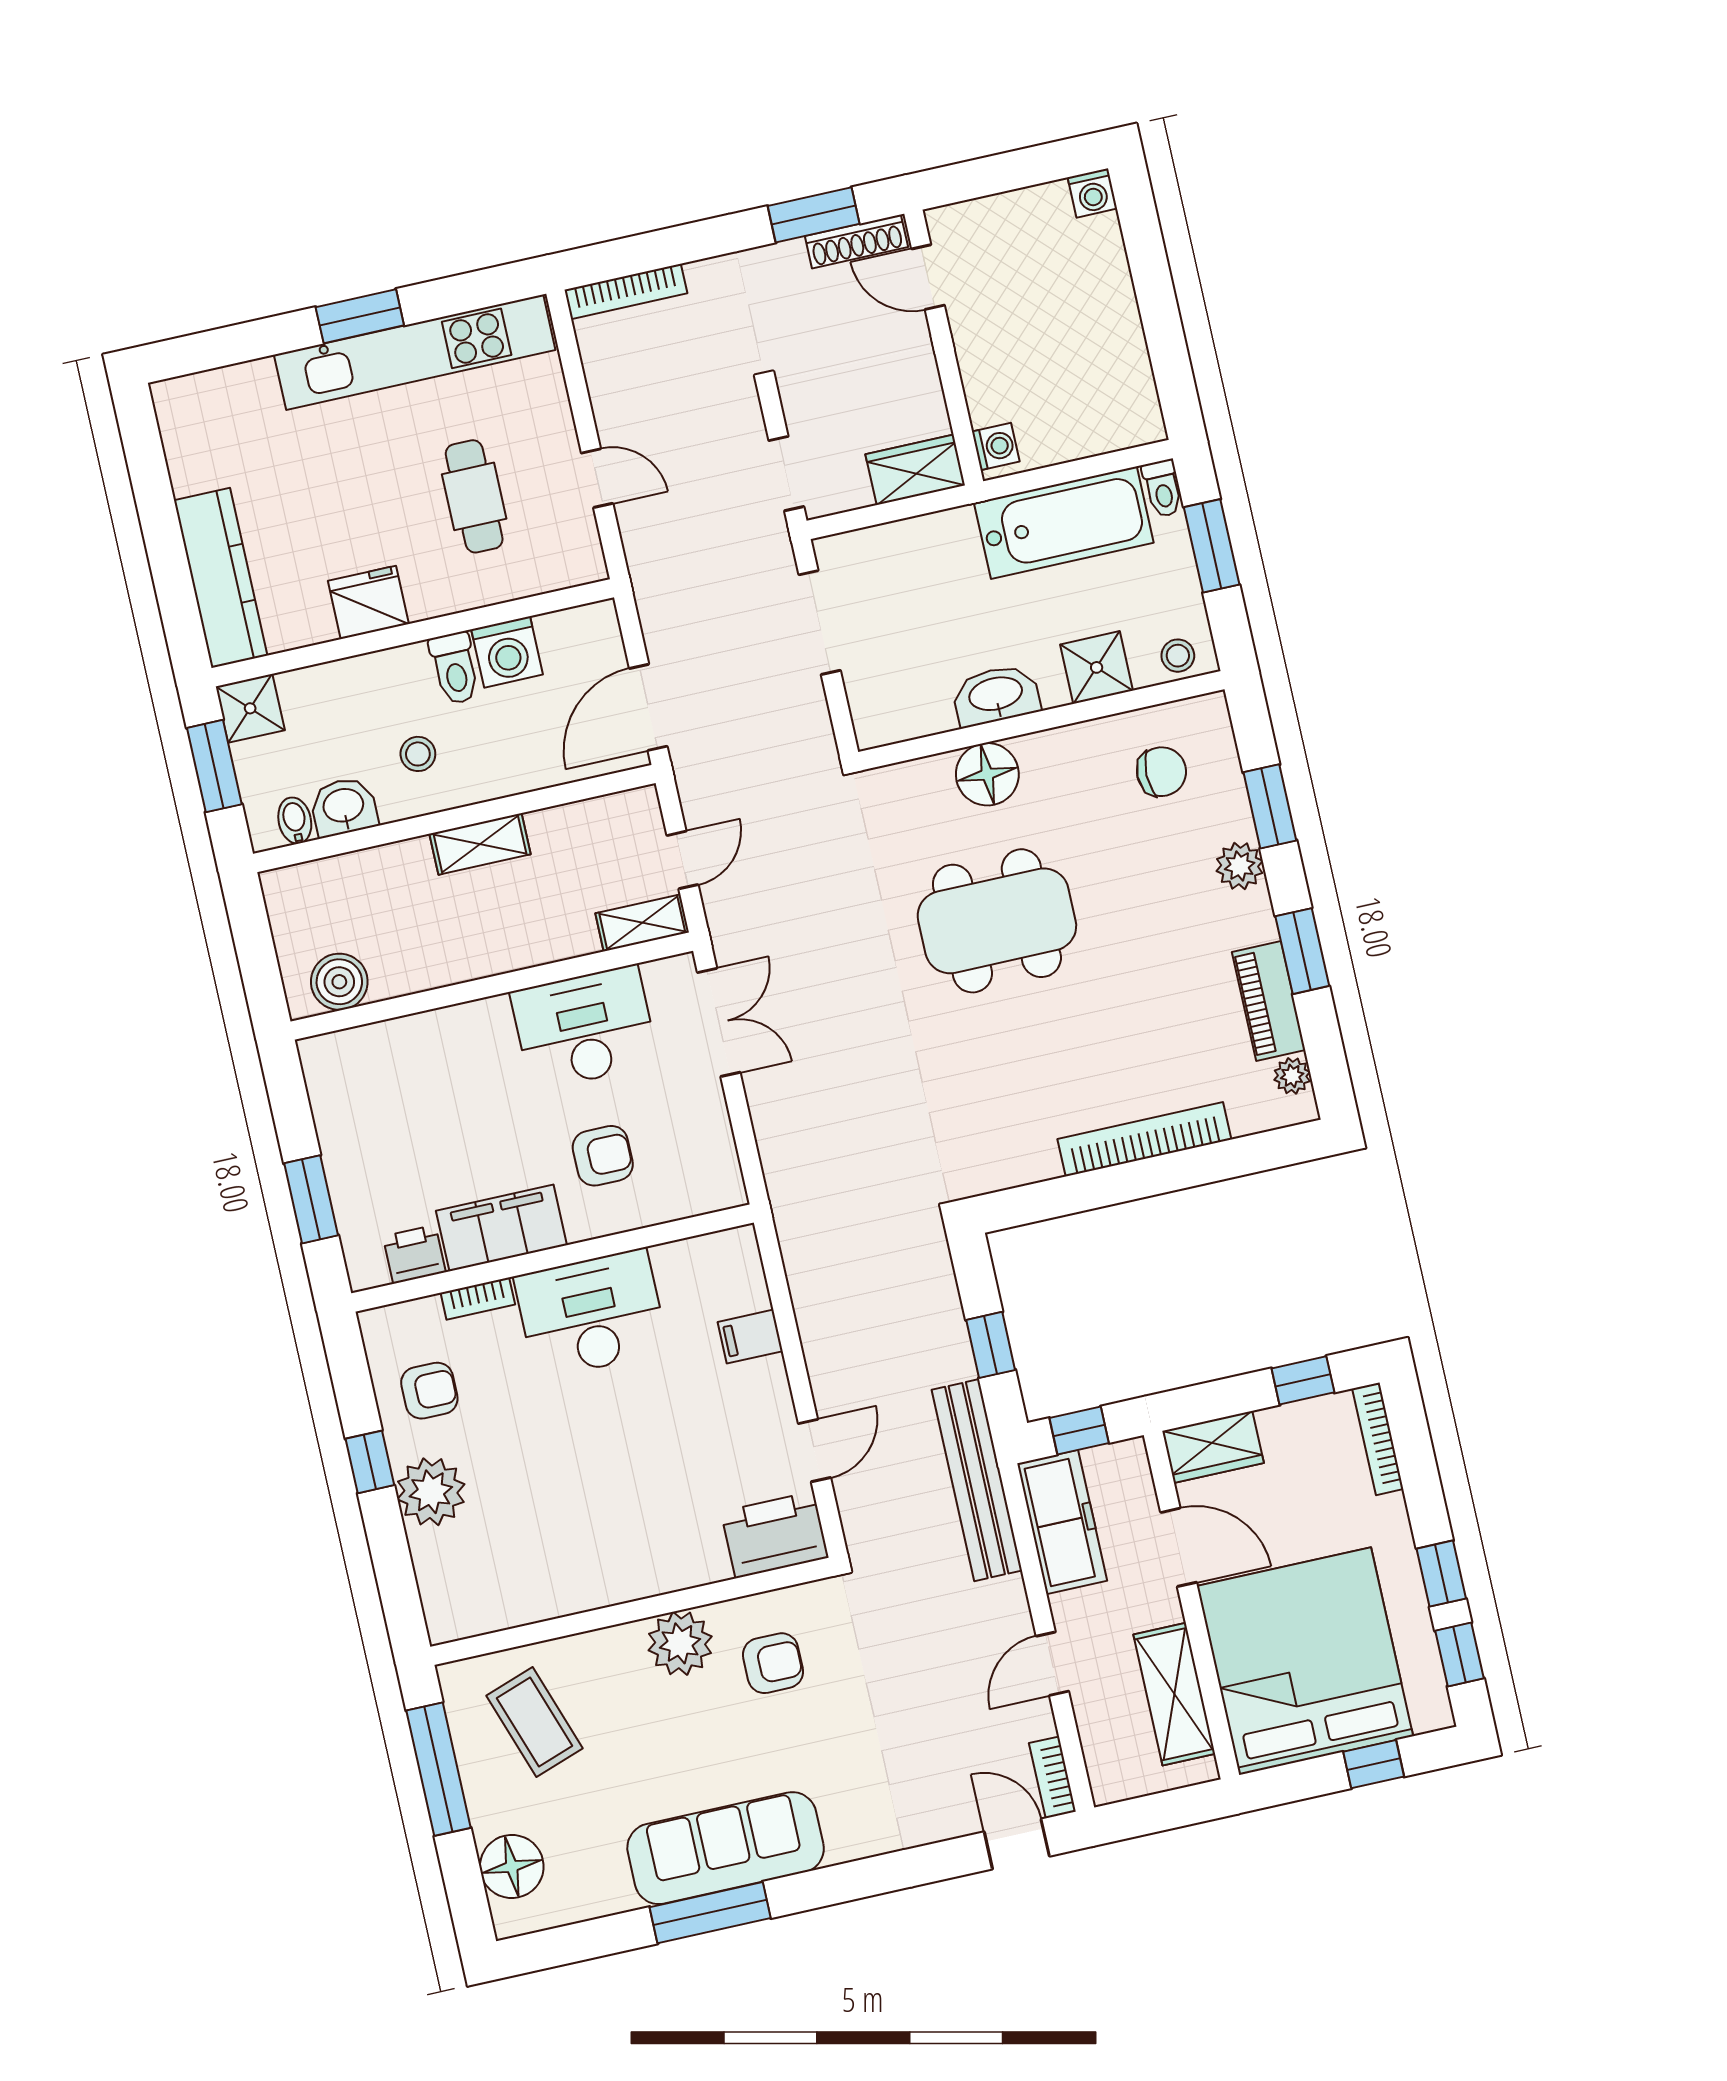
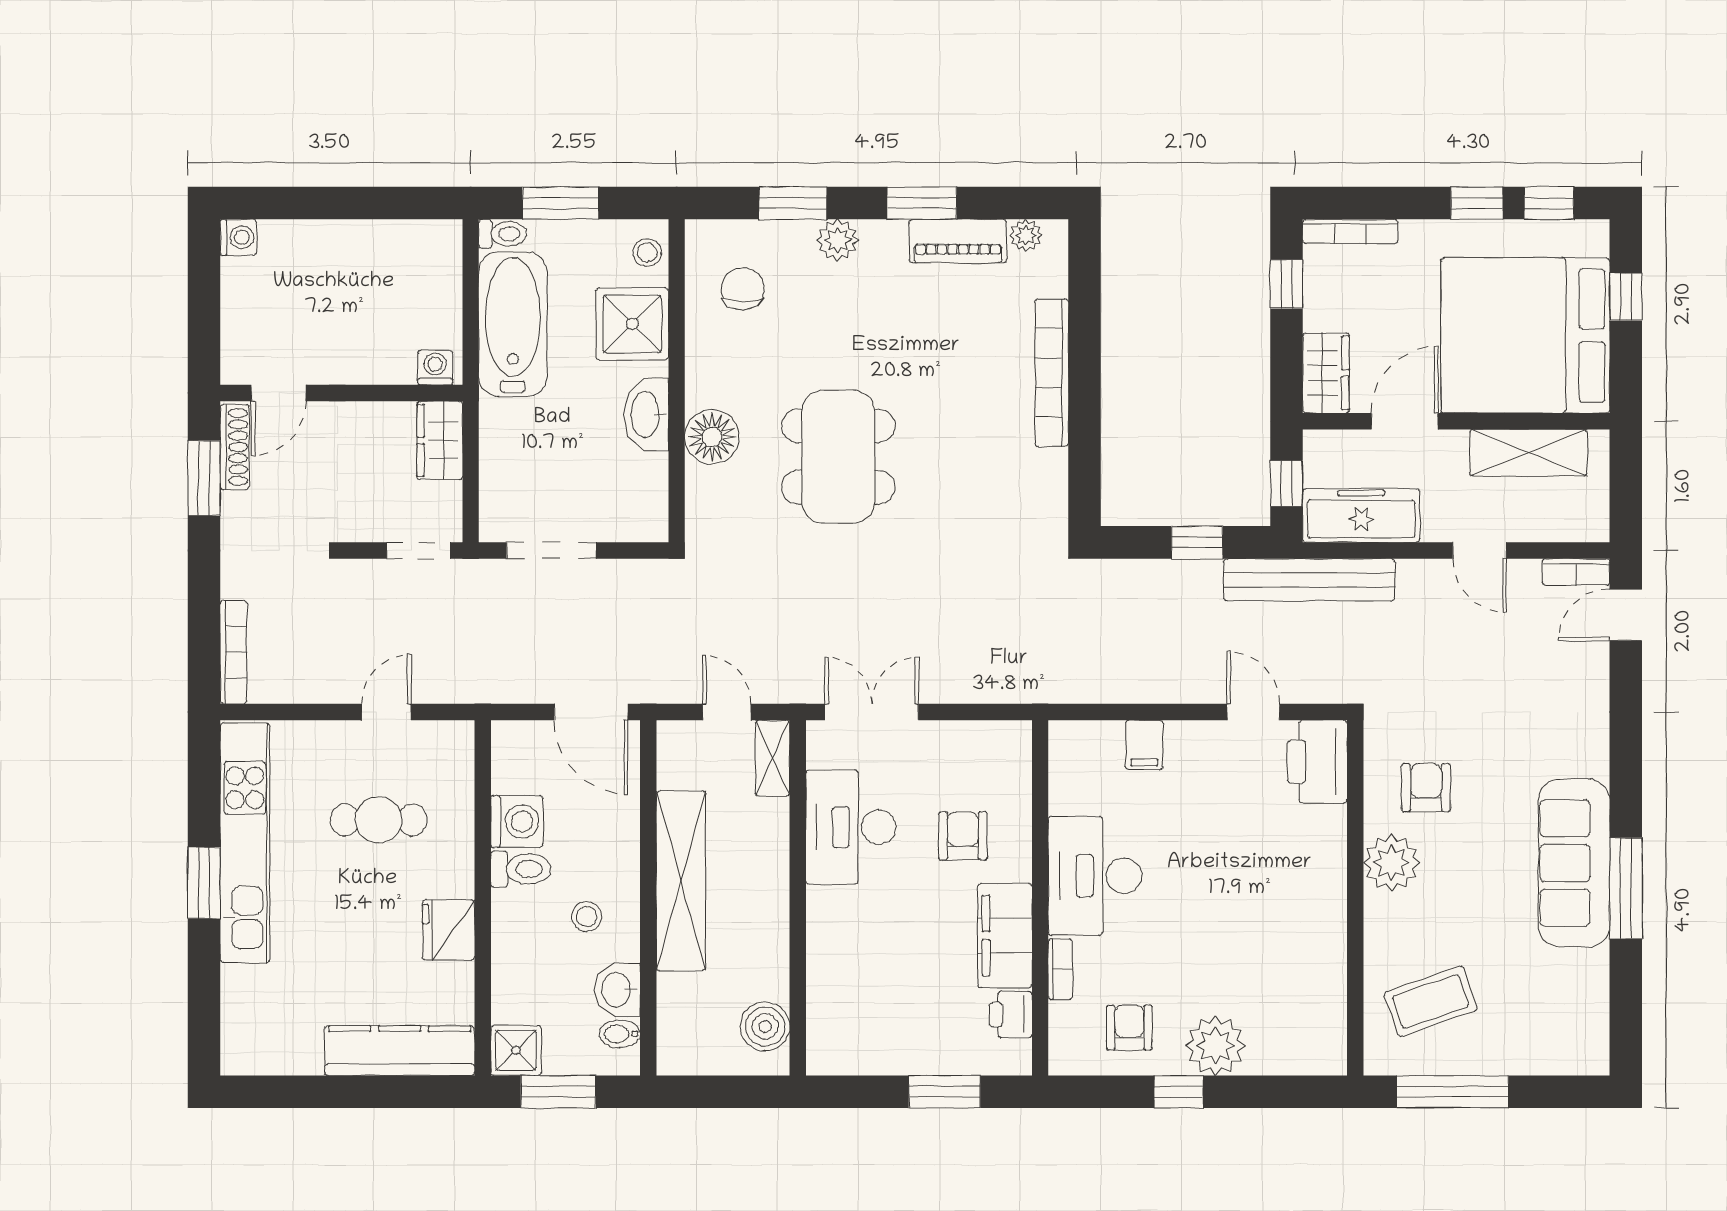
shower: (1097, 667) -> (632, 324), width x1.36, depth x1.36
shelving: (480, 844) -> (681, 881), width x2.20, depth x1.33
floor lamp: (512, 1866) -> (1549, 1048), removed

